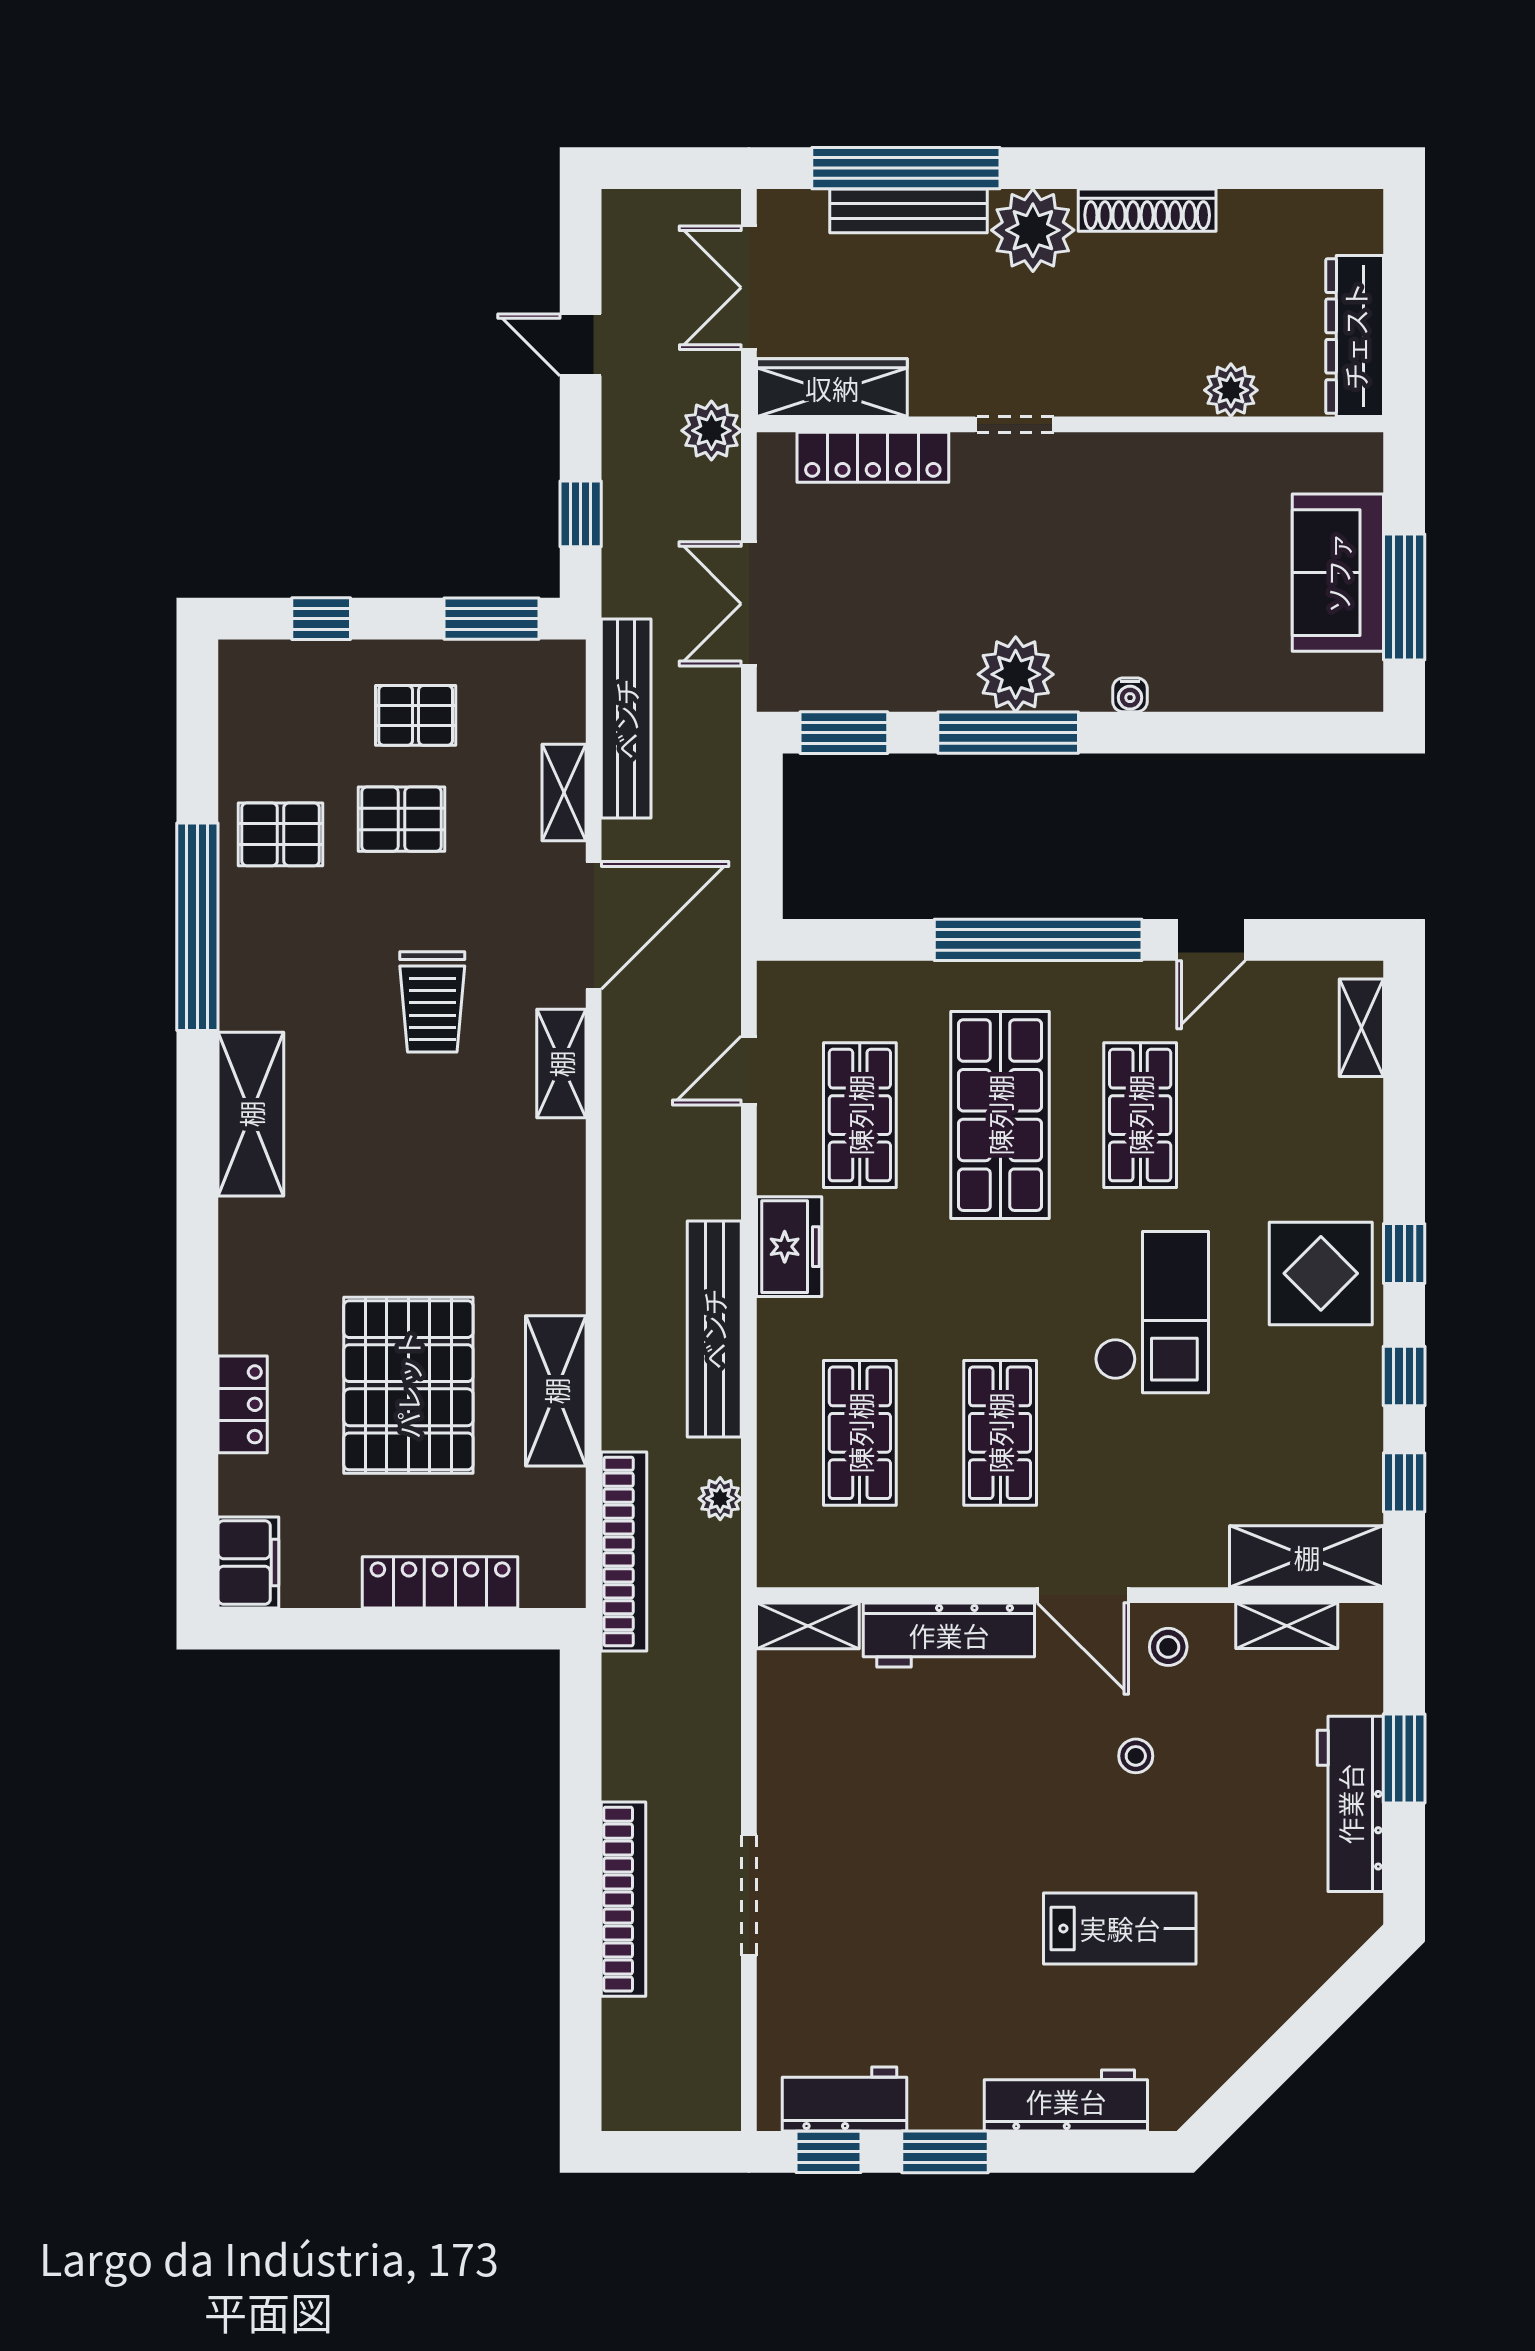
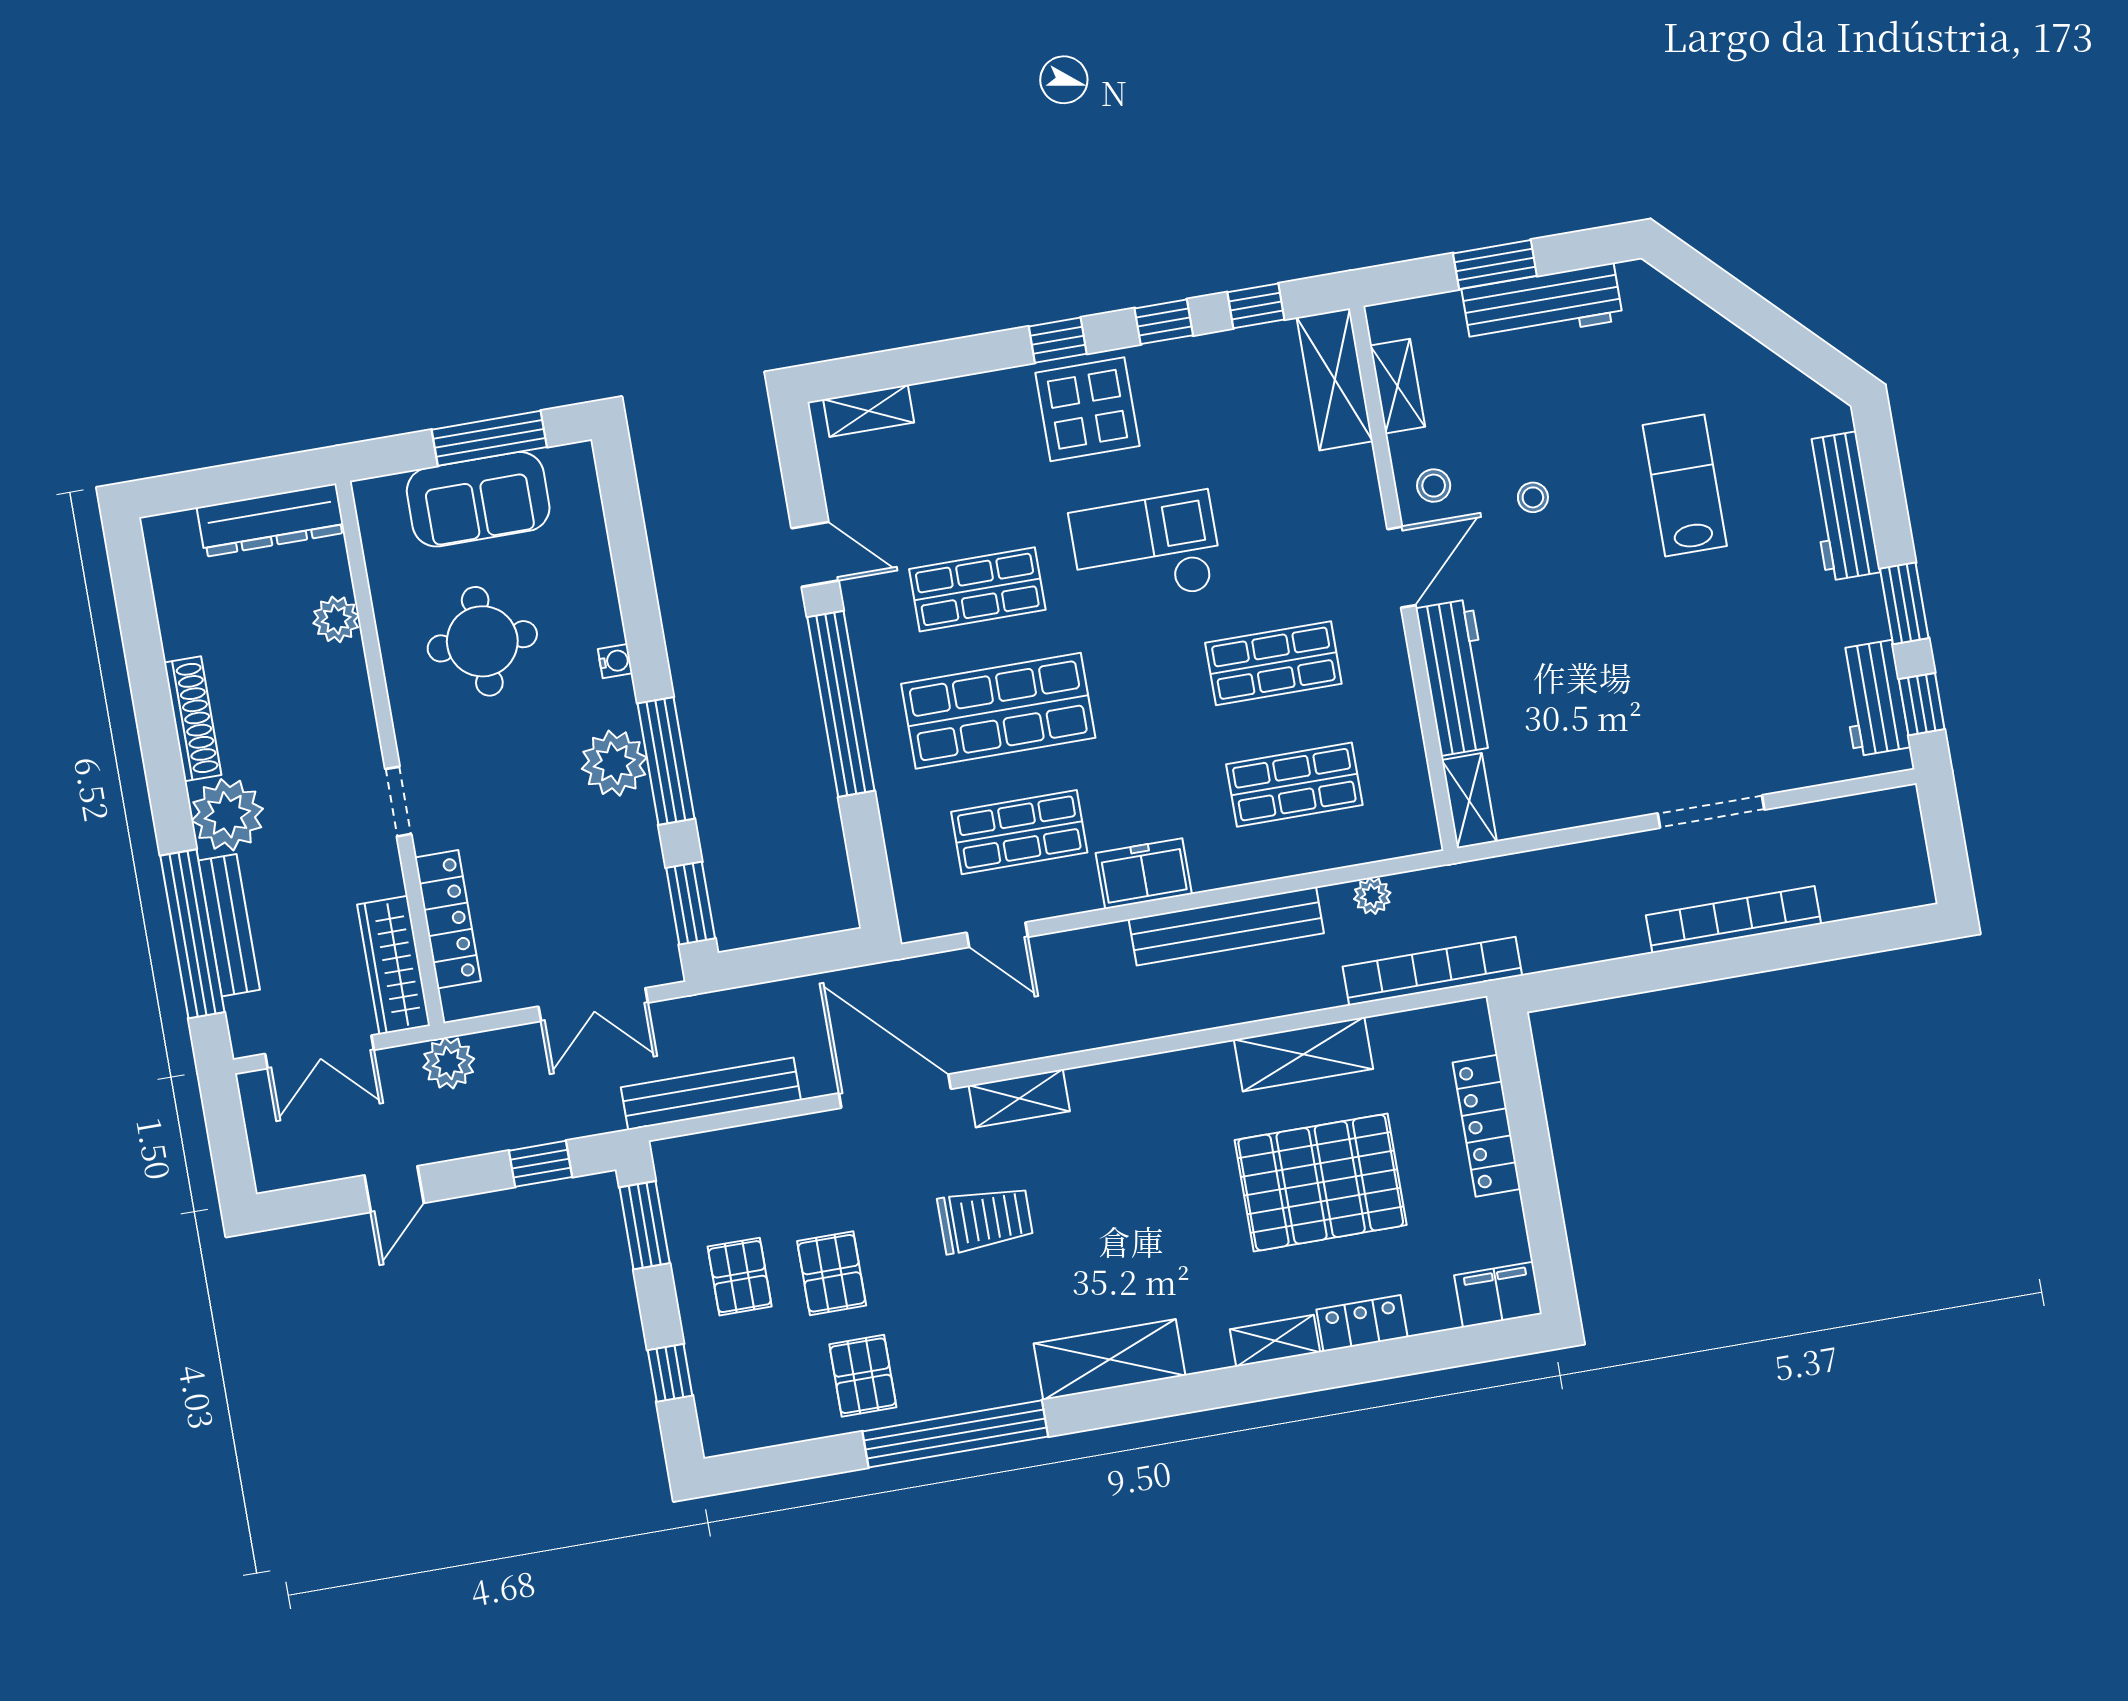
round table: (1178, 550) -> (482, 641), added
shelving: (564, 793) -> (1275, 1341), moved

